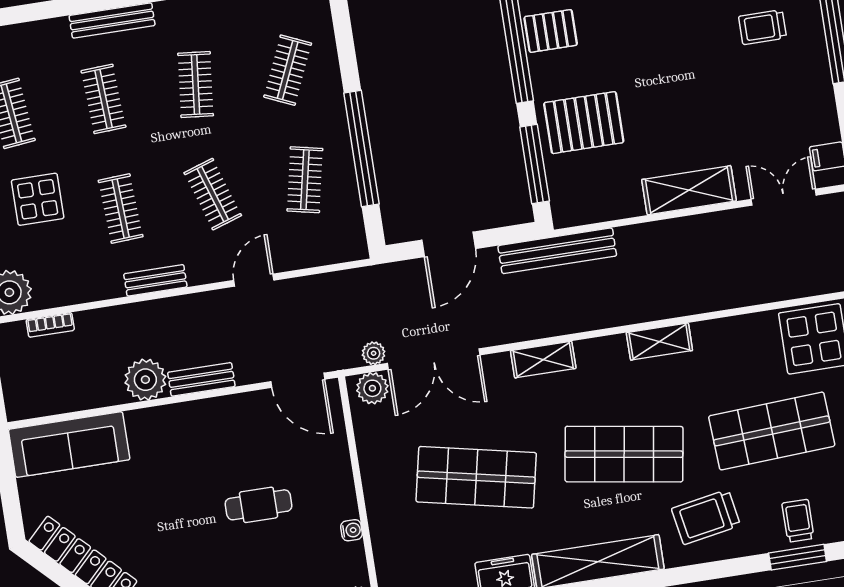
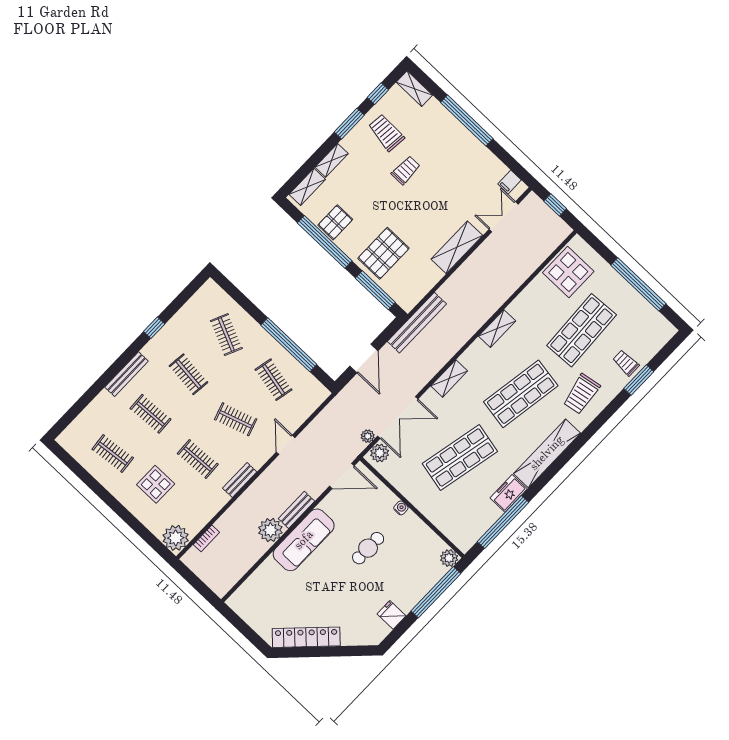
trolley: (763, 27) -> (406, 170), moved, turned 180
sofa: (69, 445) -> (304, 540), moved
water cooler: (352, 530) -> (401, 508), moved

